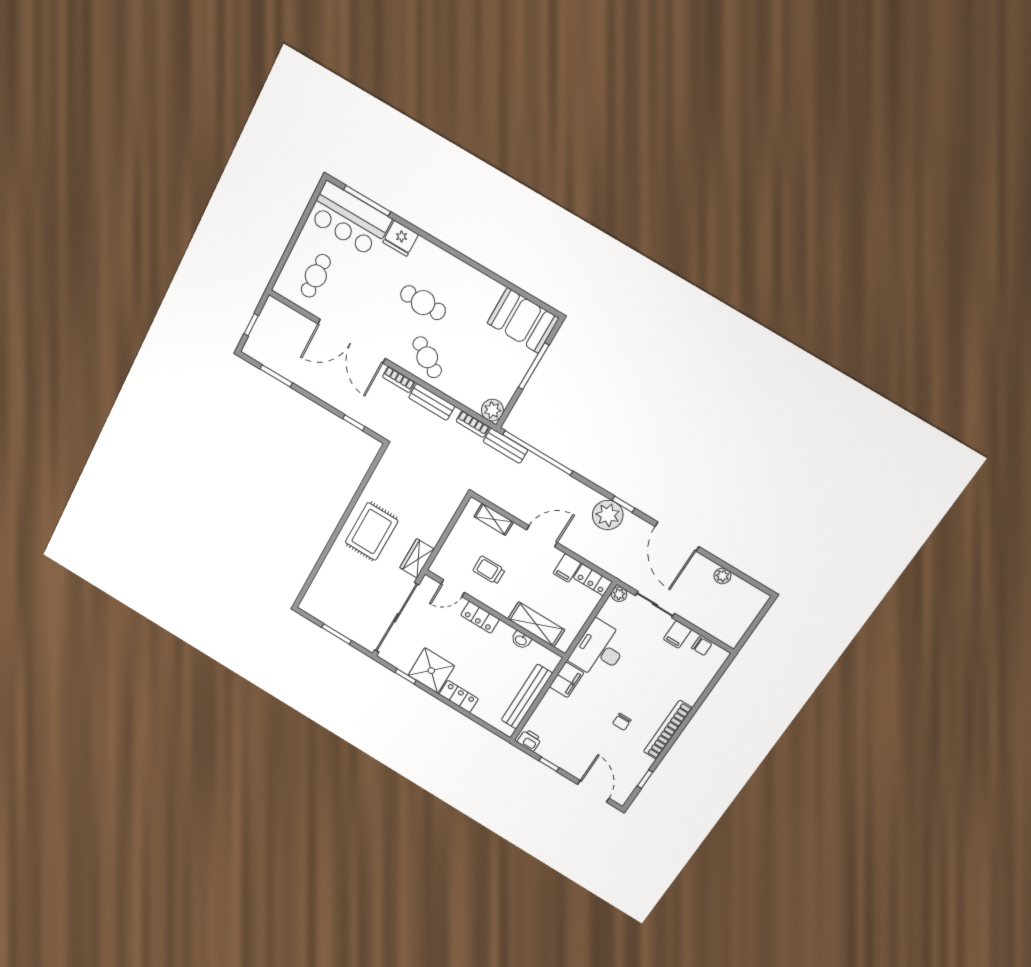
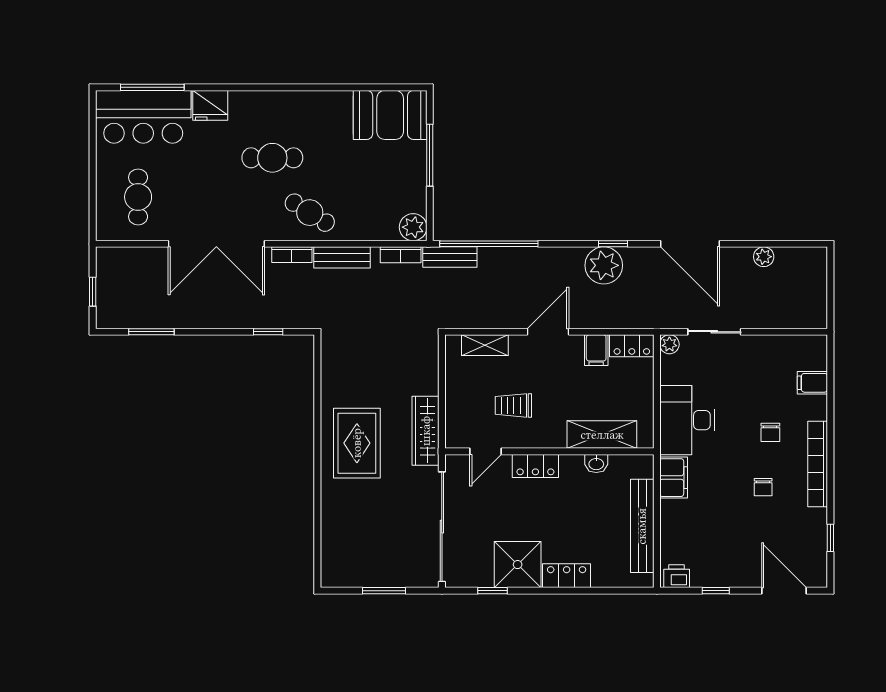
wardrobe: (417, 558) -> (426, 431), width x1.50
filing cabinet: (677, 634) -> (812, 383), moved, turned 90
chair: (702, 646) -> (770, 432), moved, turned 90

